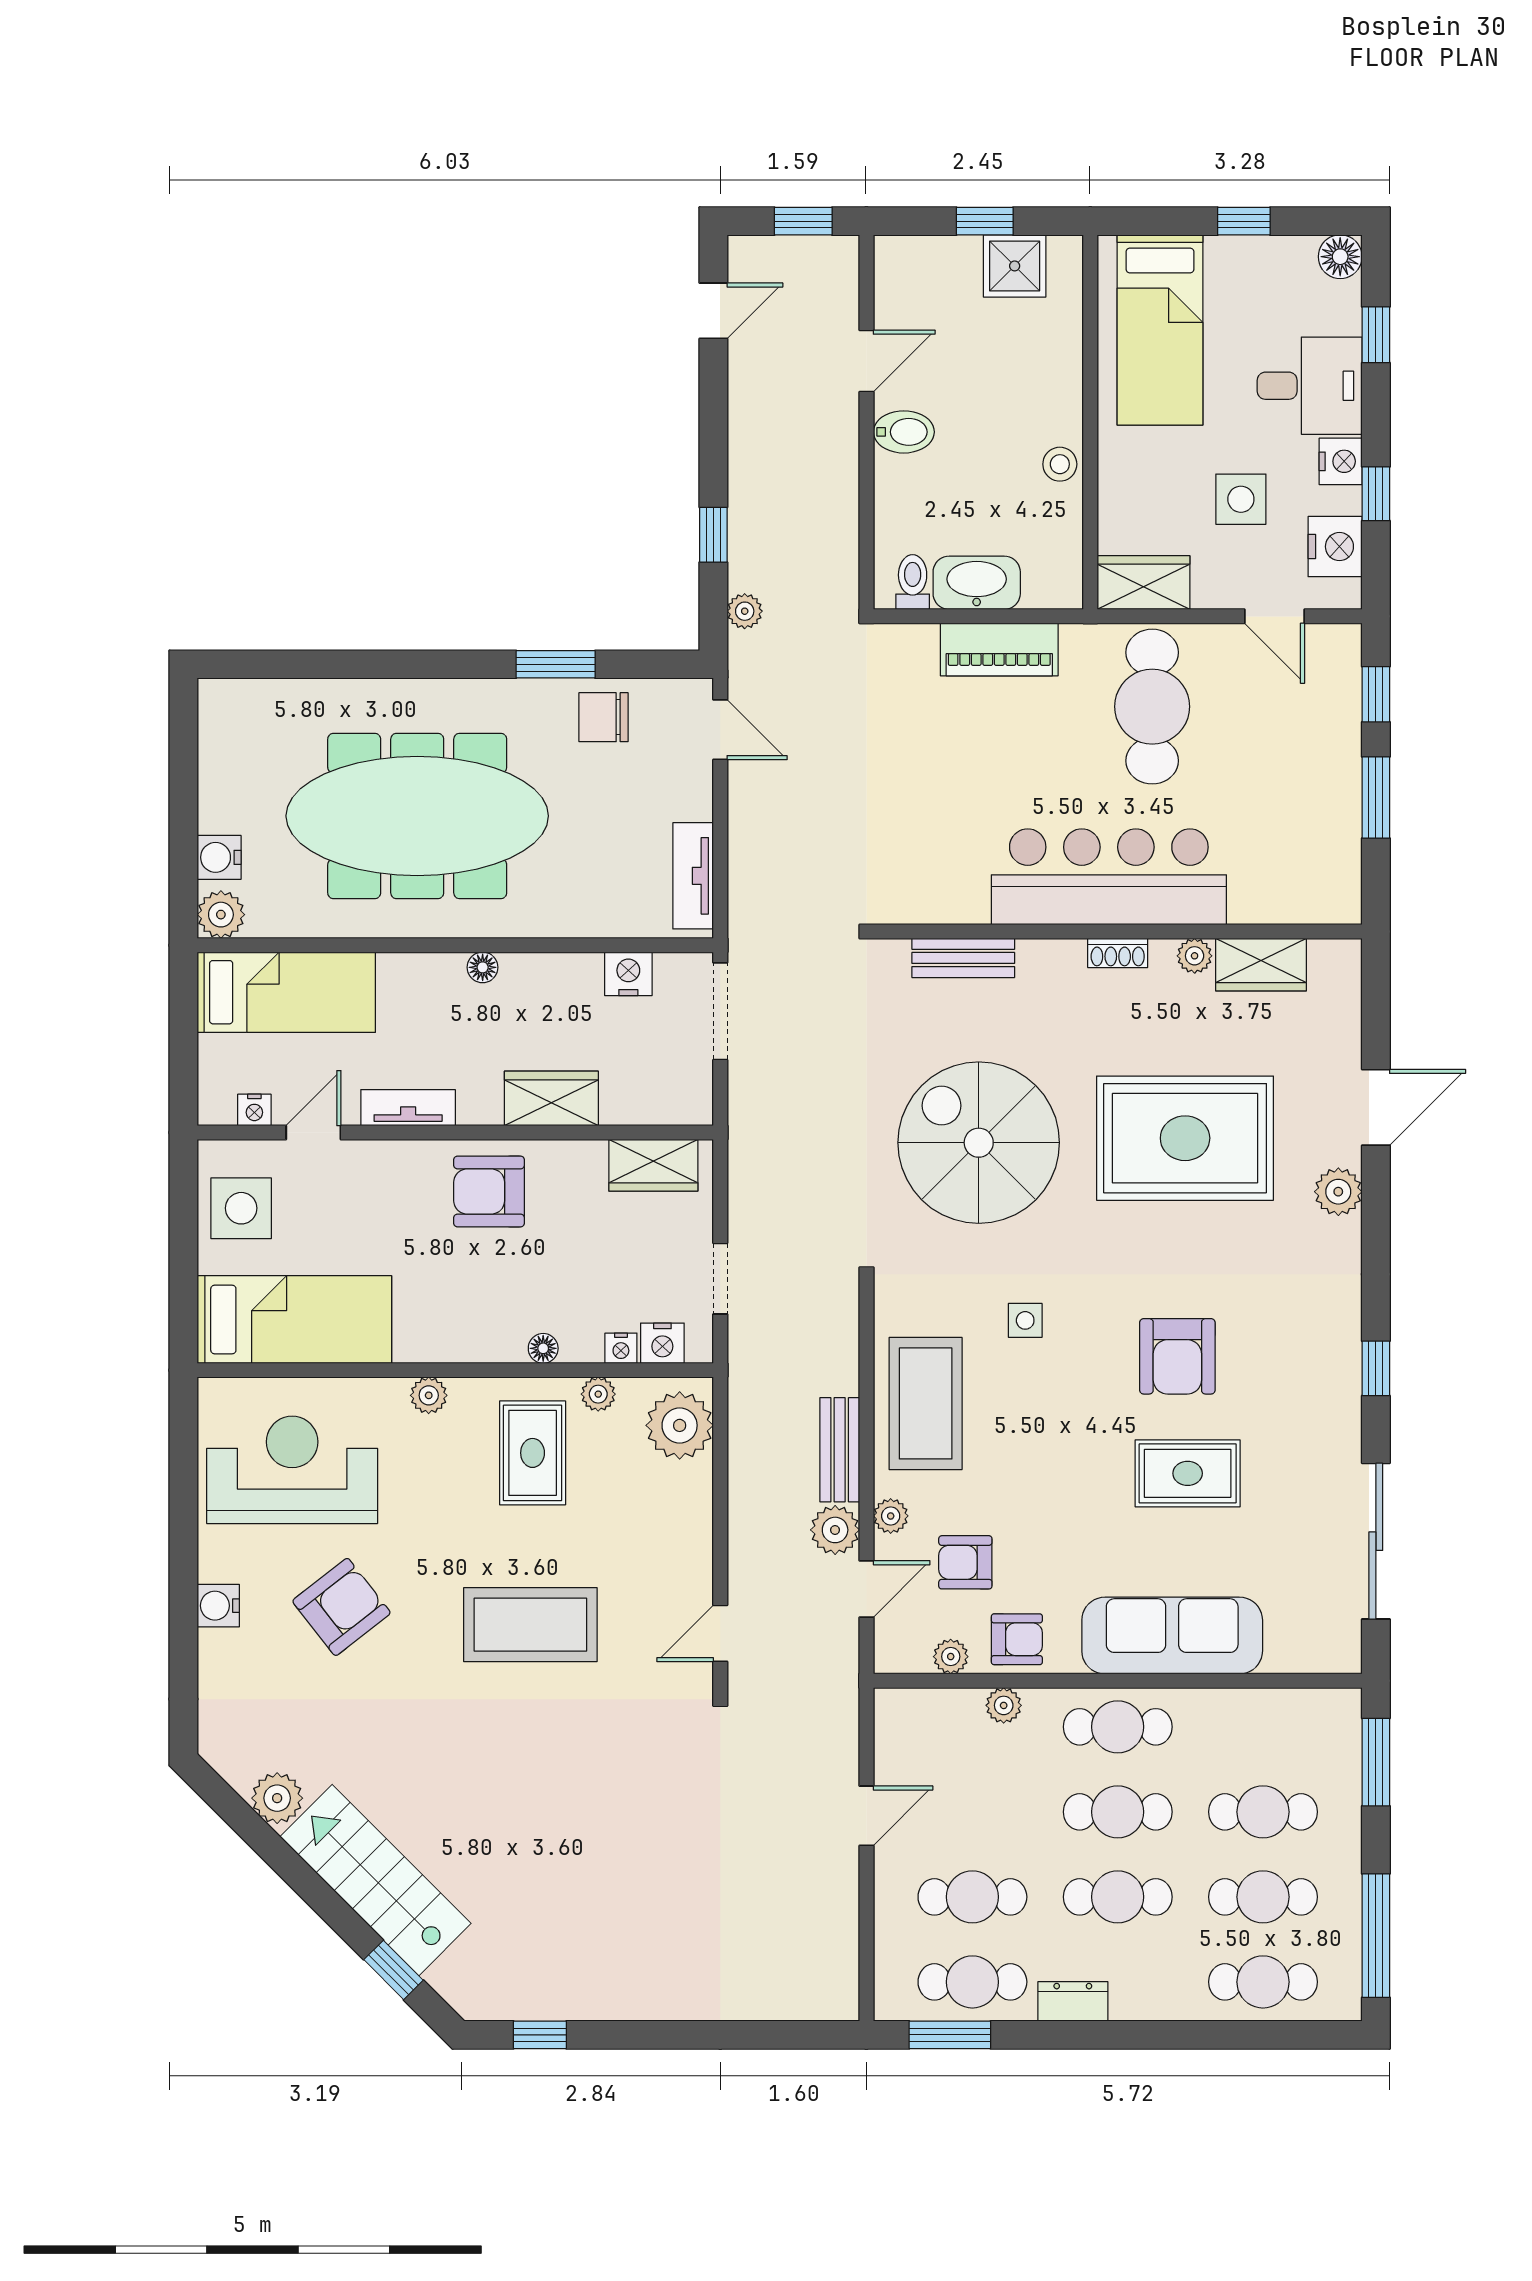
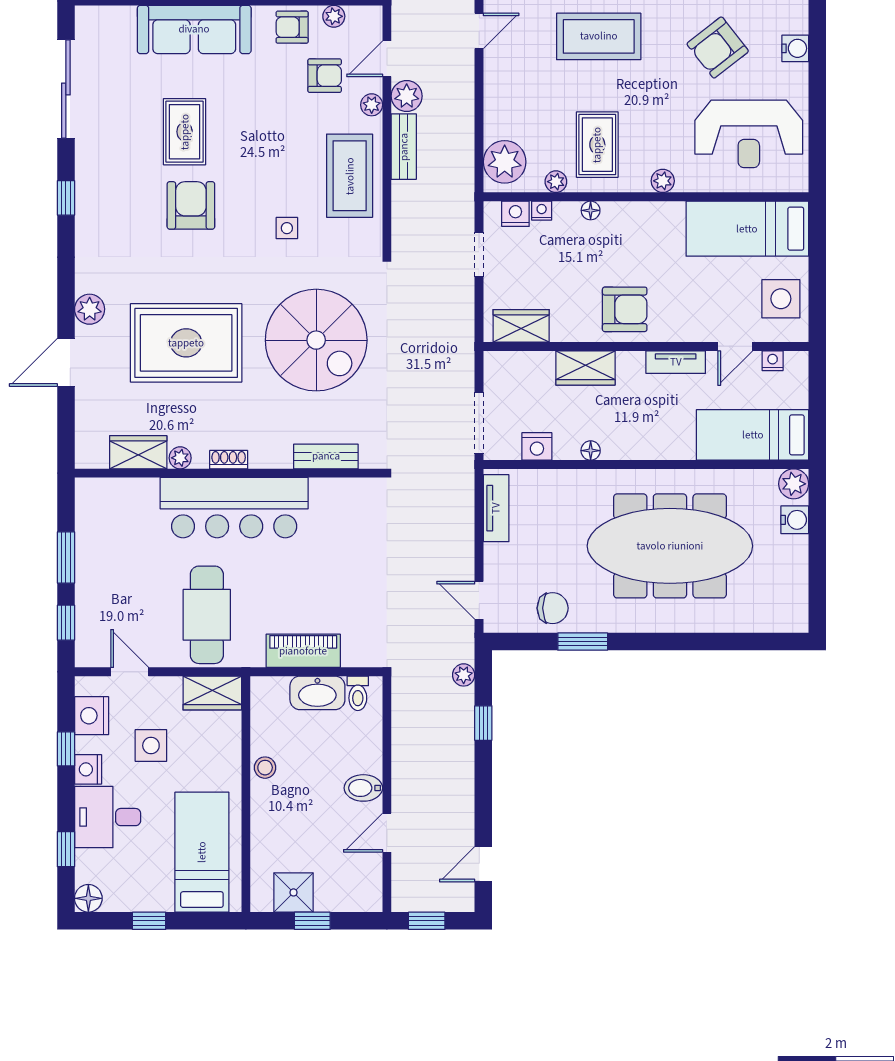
floor lamp: (483, 967) -> (591, 451), moved
rug: (1188, 1473) -> (185, 132), turned 90

